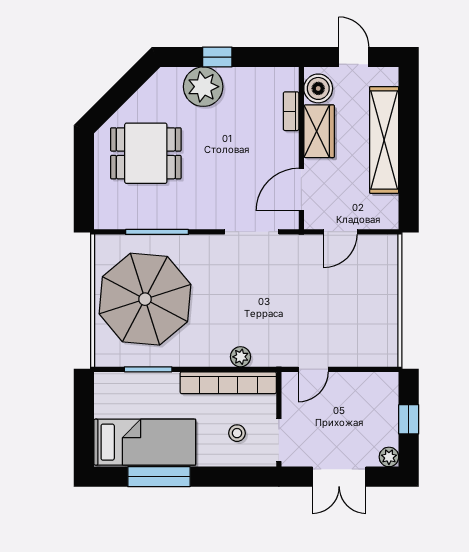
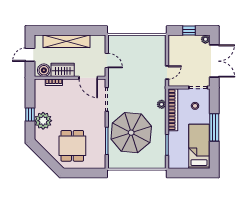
parasol: (145, 299) -> (131, 133), moved
door: (313, 369) -> (167, 72), hinge flipped
window: (159, 477) -> (214, 127), moved
double door: (339, 477) -> (214, 61), width x1.37

